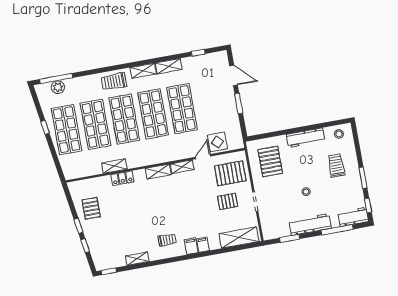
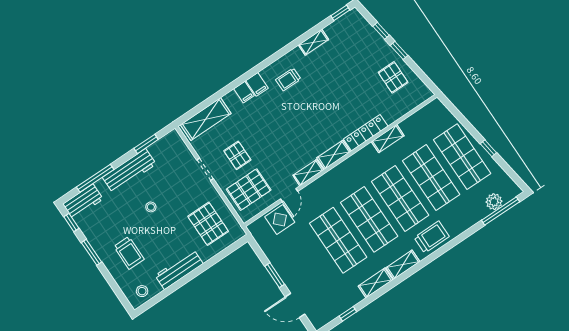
locker: (122, 178) -> (366, 133), width x1.53
pallet: (228, 201) -> (237, 155), turned 90

